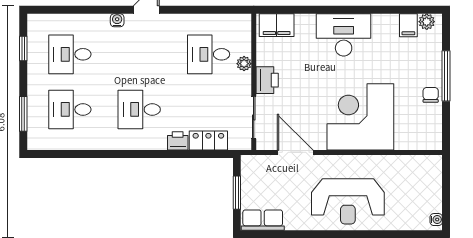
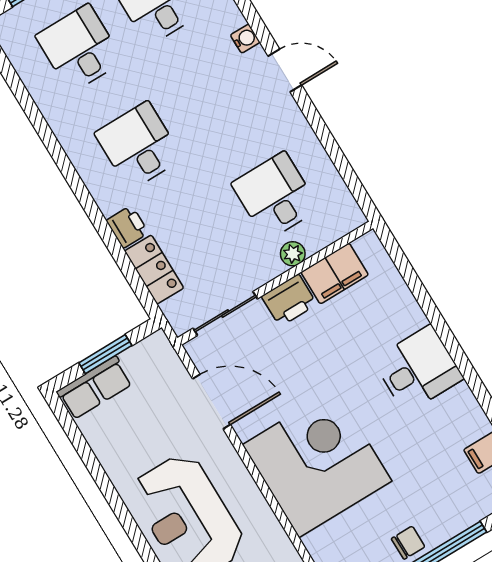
filing cabinet: (277, 25) -> (335, 273), moved, turned -90
desk: (344, 35) -> (418, 369), width x0.73
door: (295, 152) -> (212, 402), hinge flipped
row of seats: (263, 220) -> (95, 388), moved, turned 90

